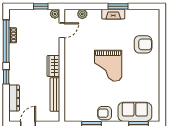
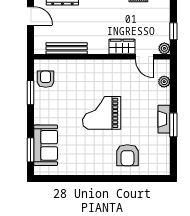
wardrobe: (53, 66) -> (122, 47), moved
armchair: (105, 113) -> (46, 79), moved

